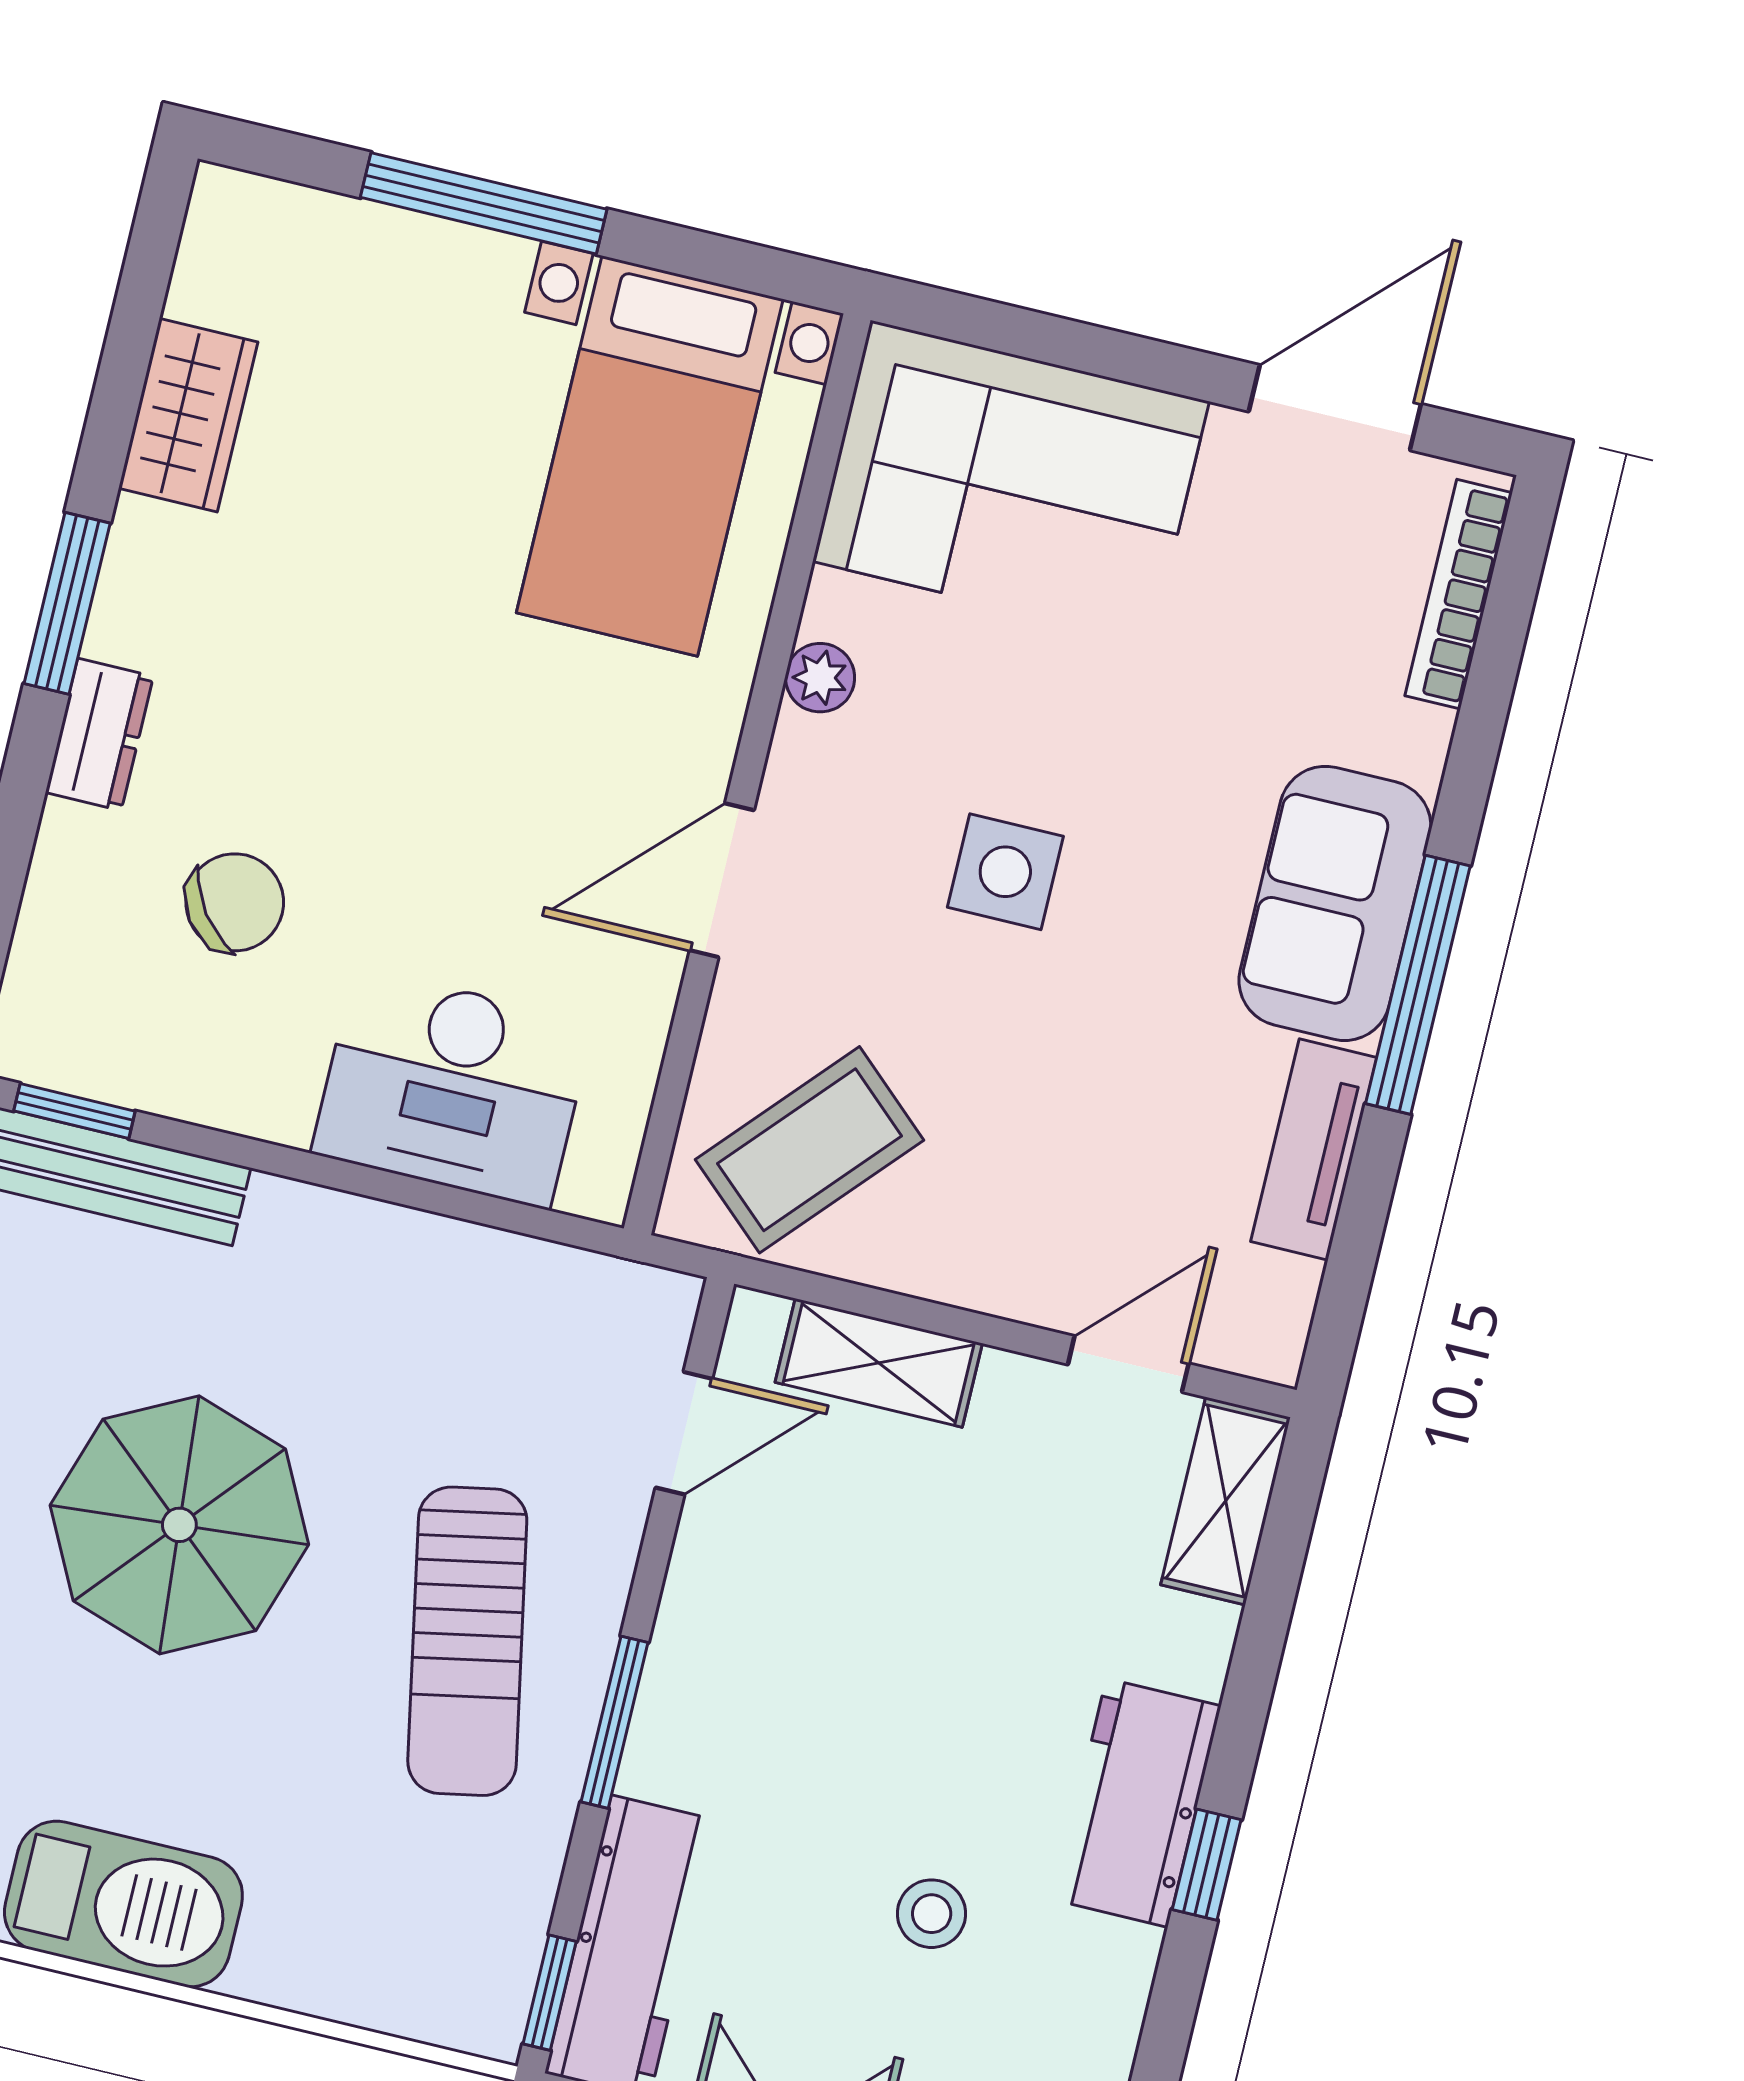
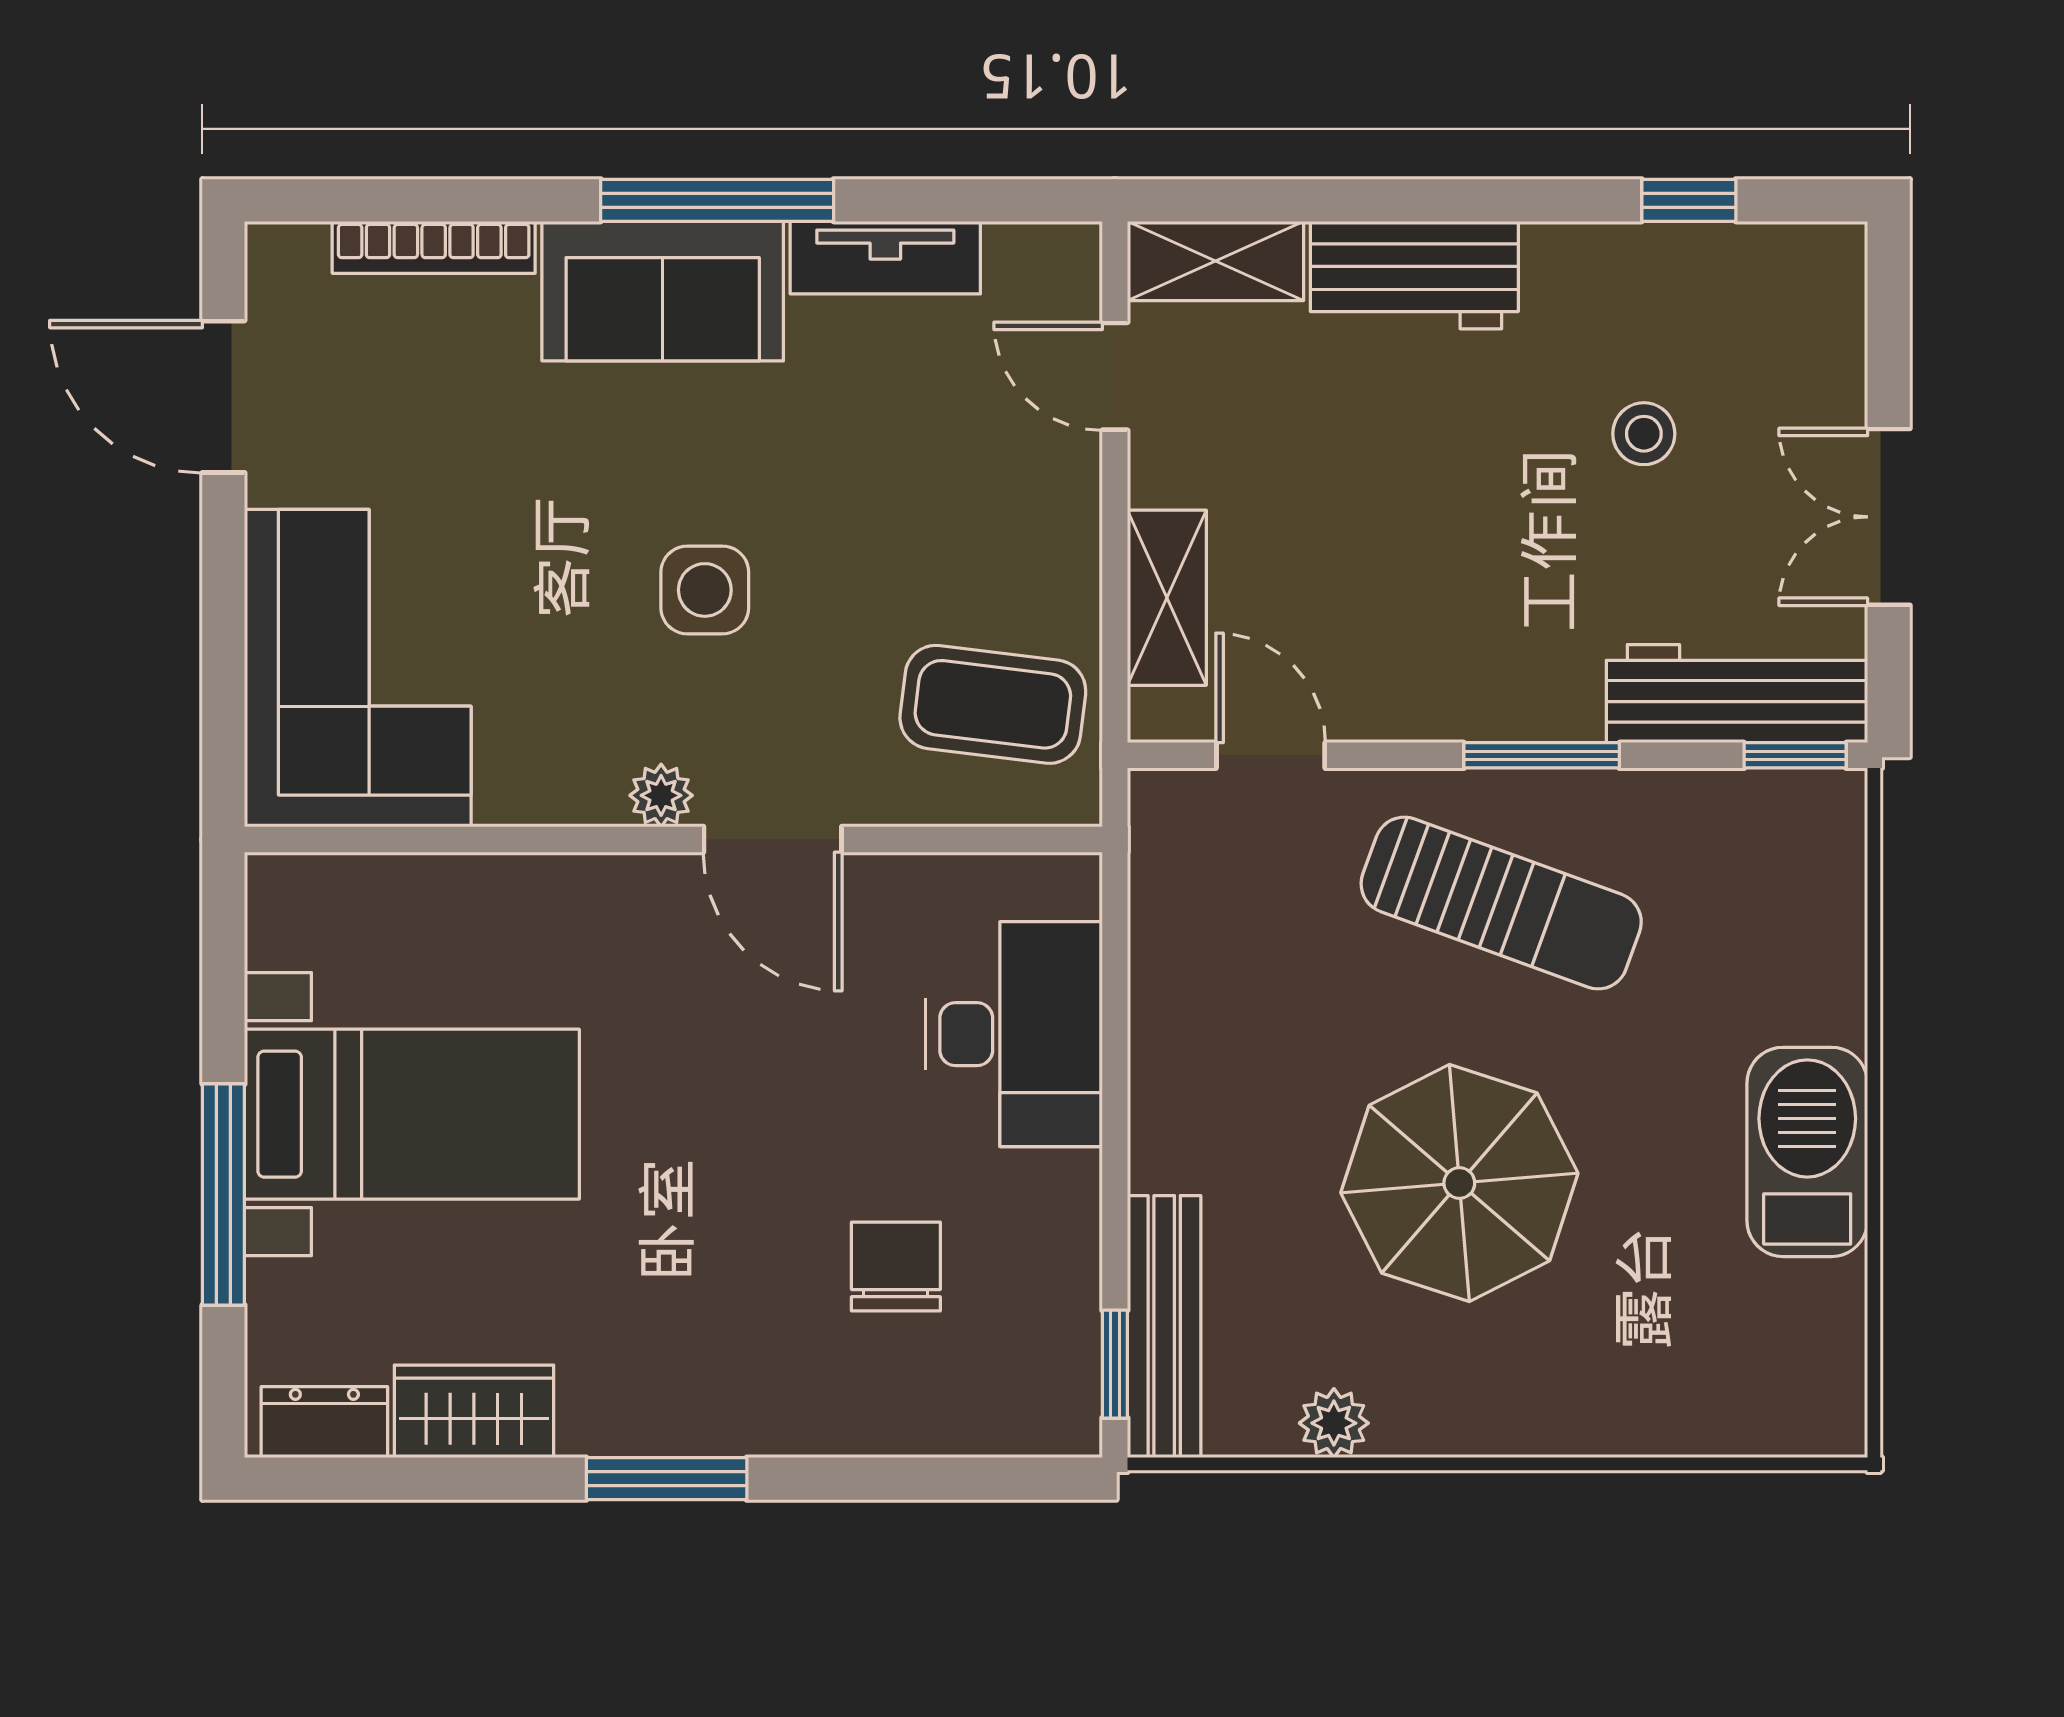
bed with nightstands: (650, 456) -> (412, 1114), moved
bookcase: (1459, 594) -> (434, 247), moved
plant: (820, 678) -> (661, 795), moved
dresser: (99, 734) -> (324, 1422), moved
chair: (235, 902) -> (896, 1266), turned 36
coffee table: (810, 1150) -> (993, 704), turned -35
sun lounger: (467, 1641) -> (1501, 903), turned 31
workbench: (1137, 1803) -> (1414, 275), moved
window: (1207, 1865) -> (1689, 200), moved

